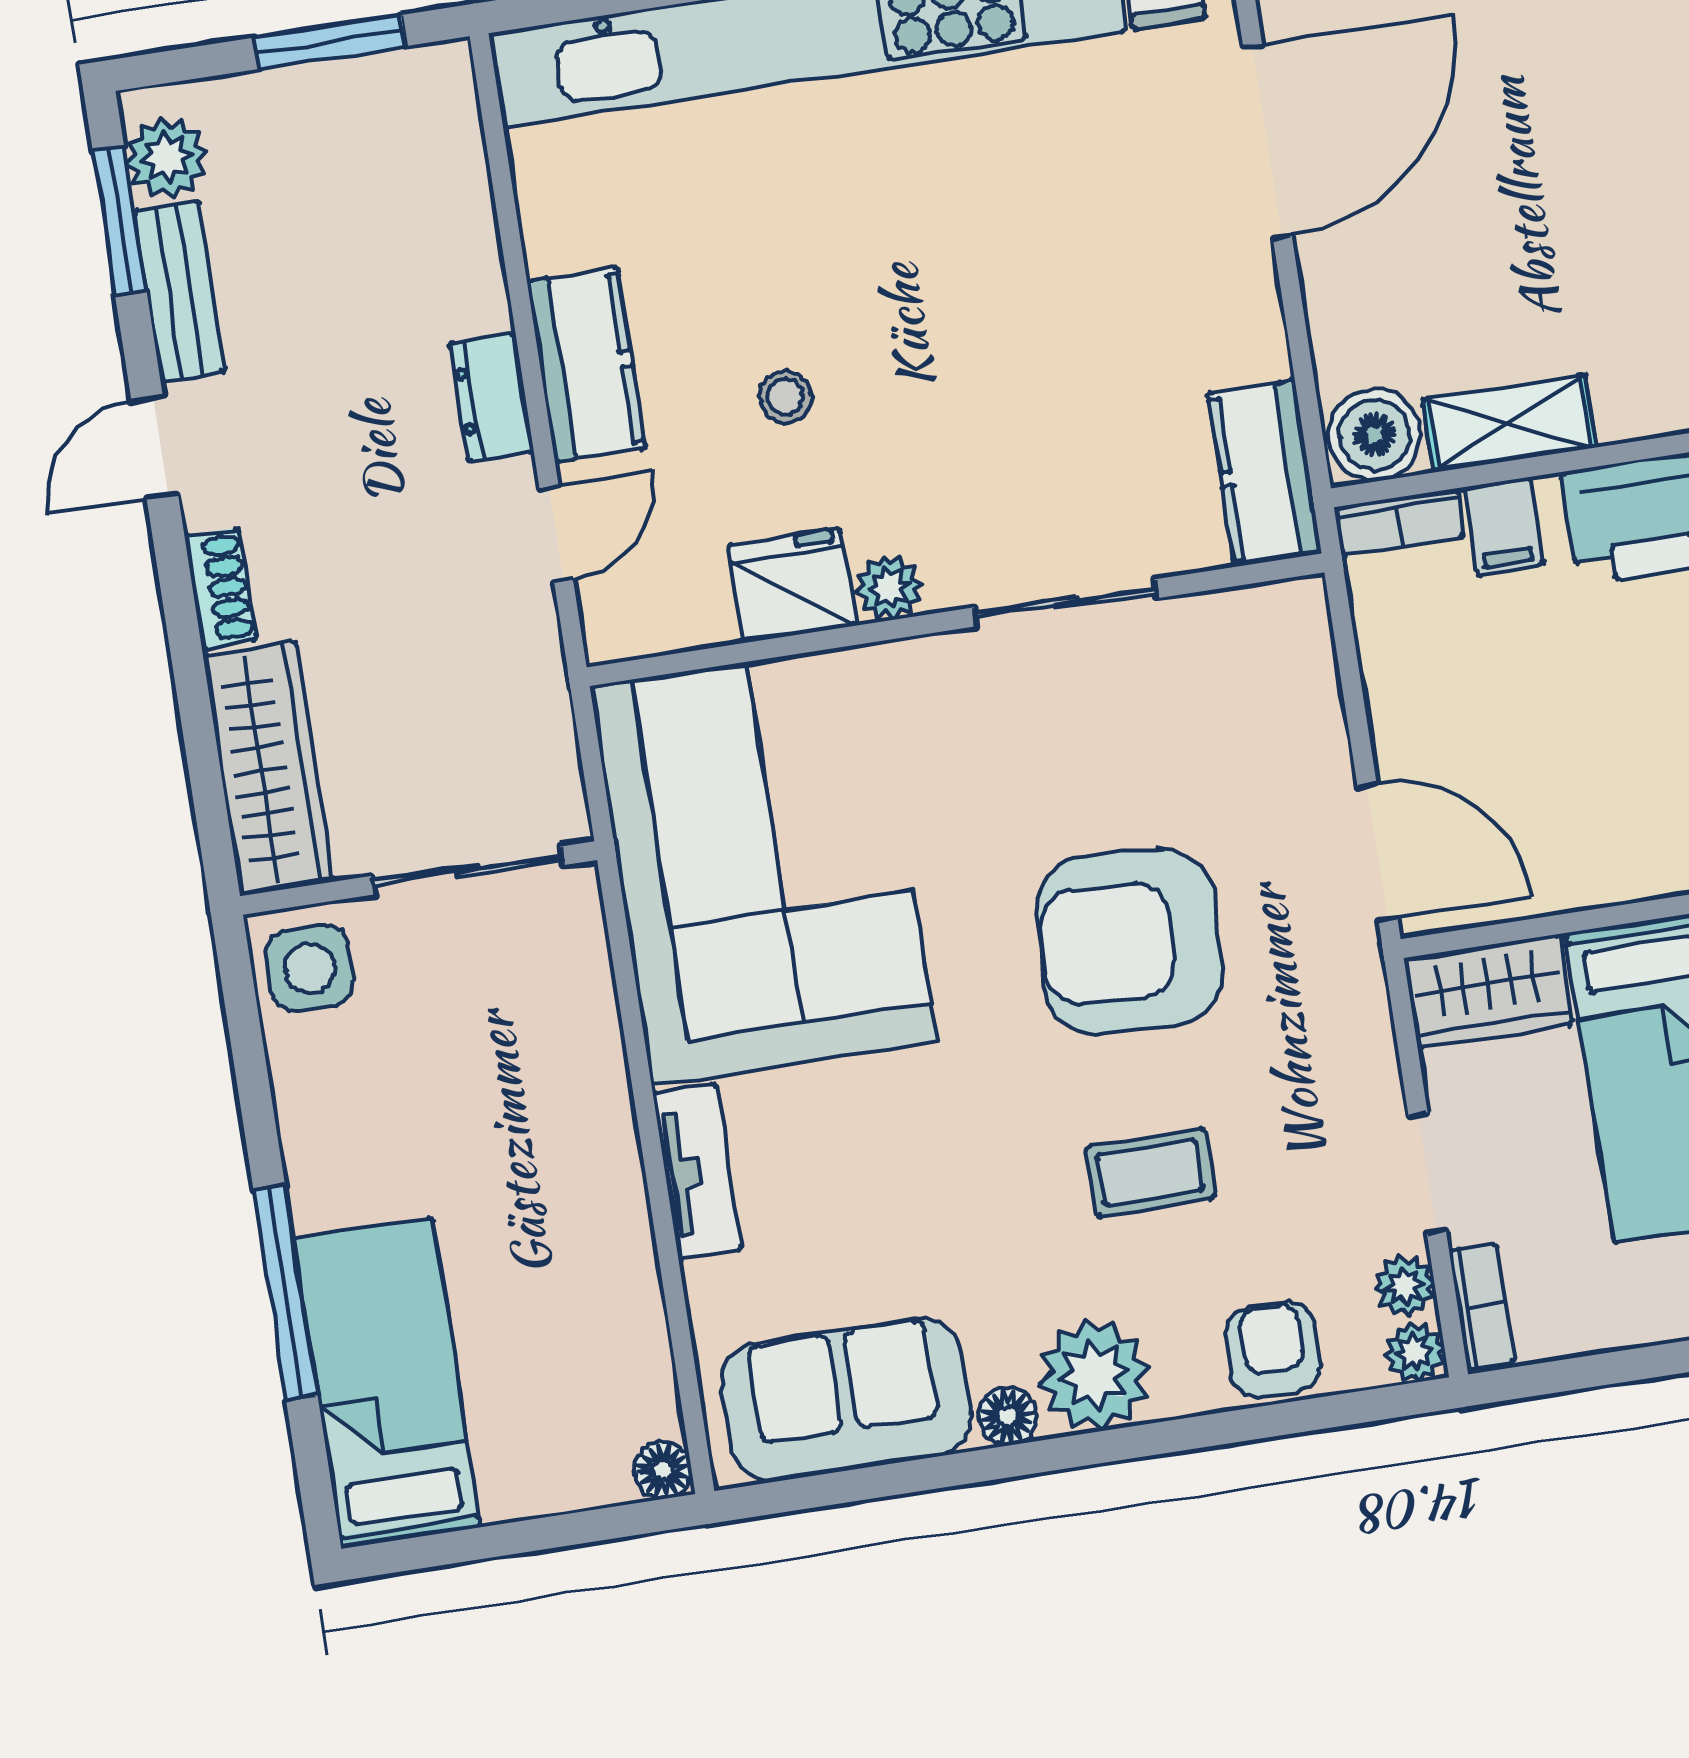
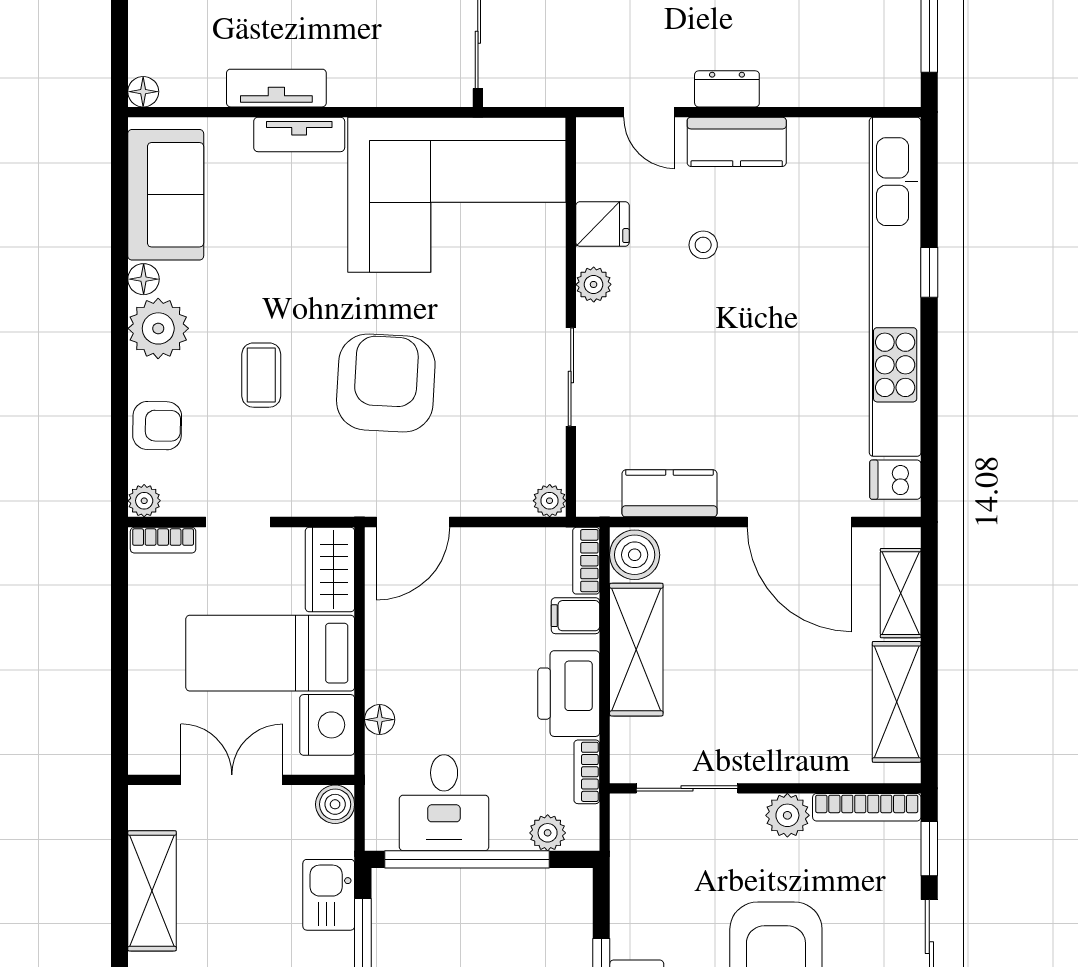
shelving: (1509, 423) -> (636, 650), width x1.50, depth x1.33
kitchen counter: (1265, 473) -> (669, 493), moved
fridge: (791, 586) -> (603, 224), width x0.72
tv unit: (618, 1227) -> (276, 88), added
plant: (1405, 1286) -> (550, 501), moved

